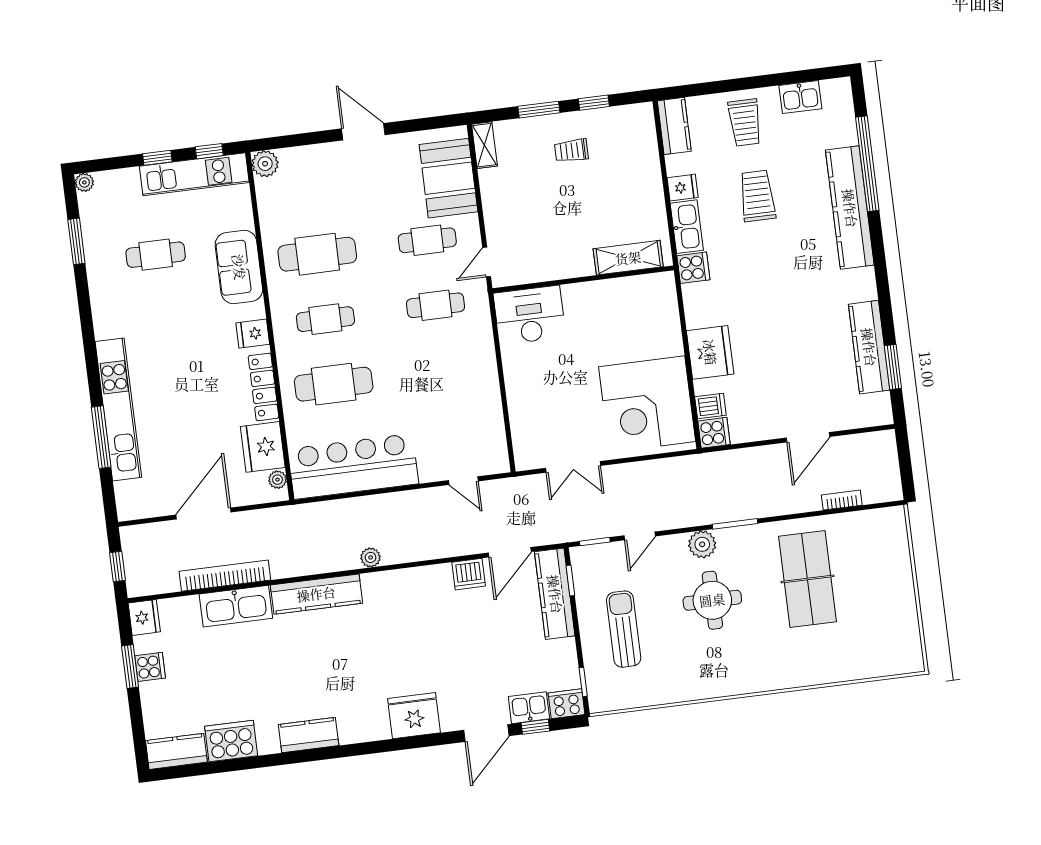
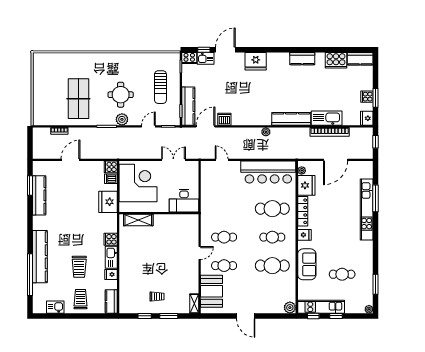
shelving: (628, 258) -> (138, 220), moved
wall: (583, 279) -> (159, 213), moved
desk: (530, 315) -> (184, 201), moved

